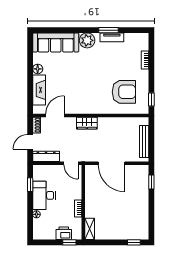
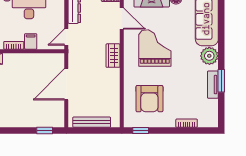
grand piano: (80, 87) -> (155, 48), added
filing cabinet: (75, 194) -> (31, 41), added

